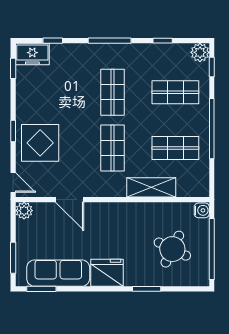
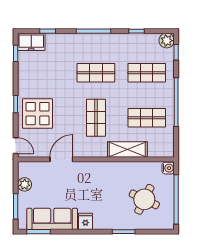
shop shelf: (112, 92) -> (96, 73), turned 90
door: (70, 200) -> (61, 159), swing flipped
plant: (24, 211) -> (25, 184), moved
fridge: (107, 273) -> (85, 221), width x0.53, depth x0.75

